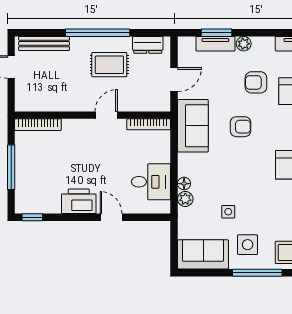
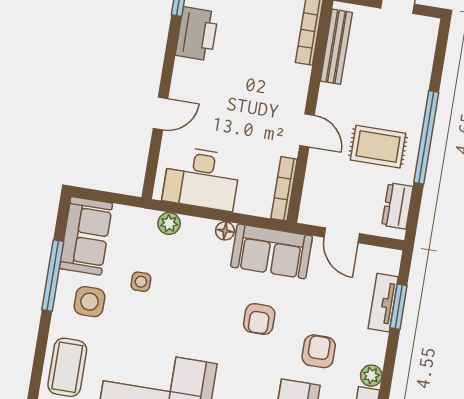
bench: (44, 43) -> (336, 47), moved
plant: (244, 44) -> (371, 376), moved
rug: (109, 65) -> (378, 147), turned 90
desk: (151, 182) -> (202, 179), width x1.37
floor lamp: (184, 184) -> (225, 231), moved
printer: (79, 201) -> (197, 34), moved
window: (257, 273) -> (53, 276), moved

